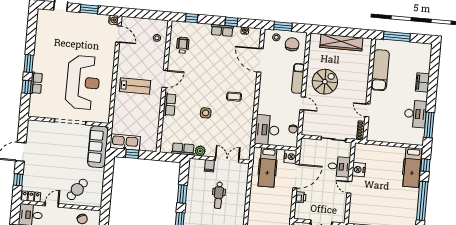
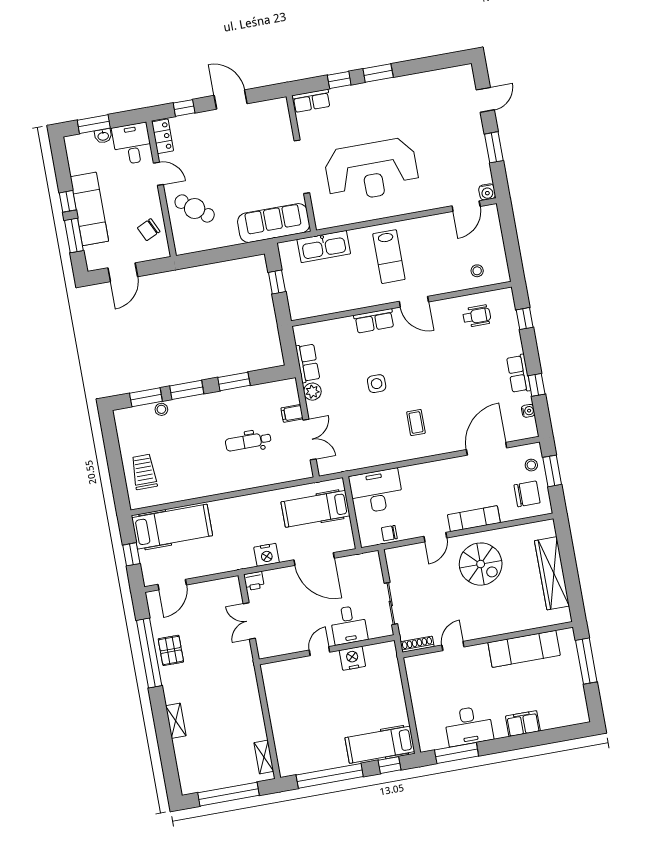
row of seats: (36, 83) -> (311, 101), moved
kitchen sink: (125, 142) -> (324, 247), moved, turned 90
nightstand: (290, 157) -> (267, 555), moved
printer: (301, 197) -> (254, 581), moved

